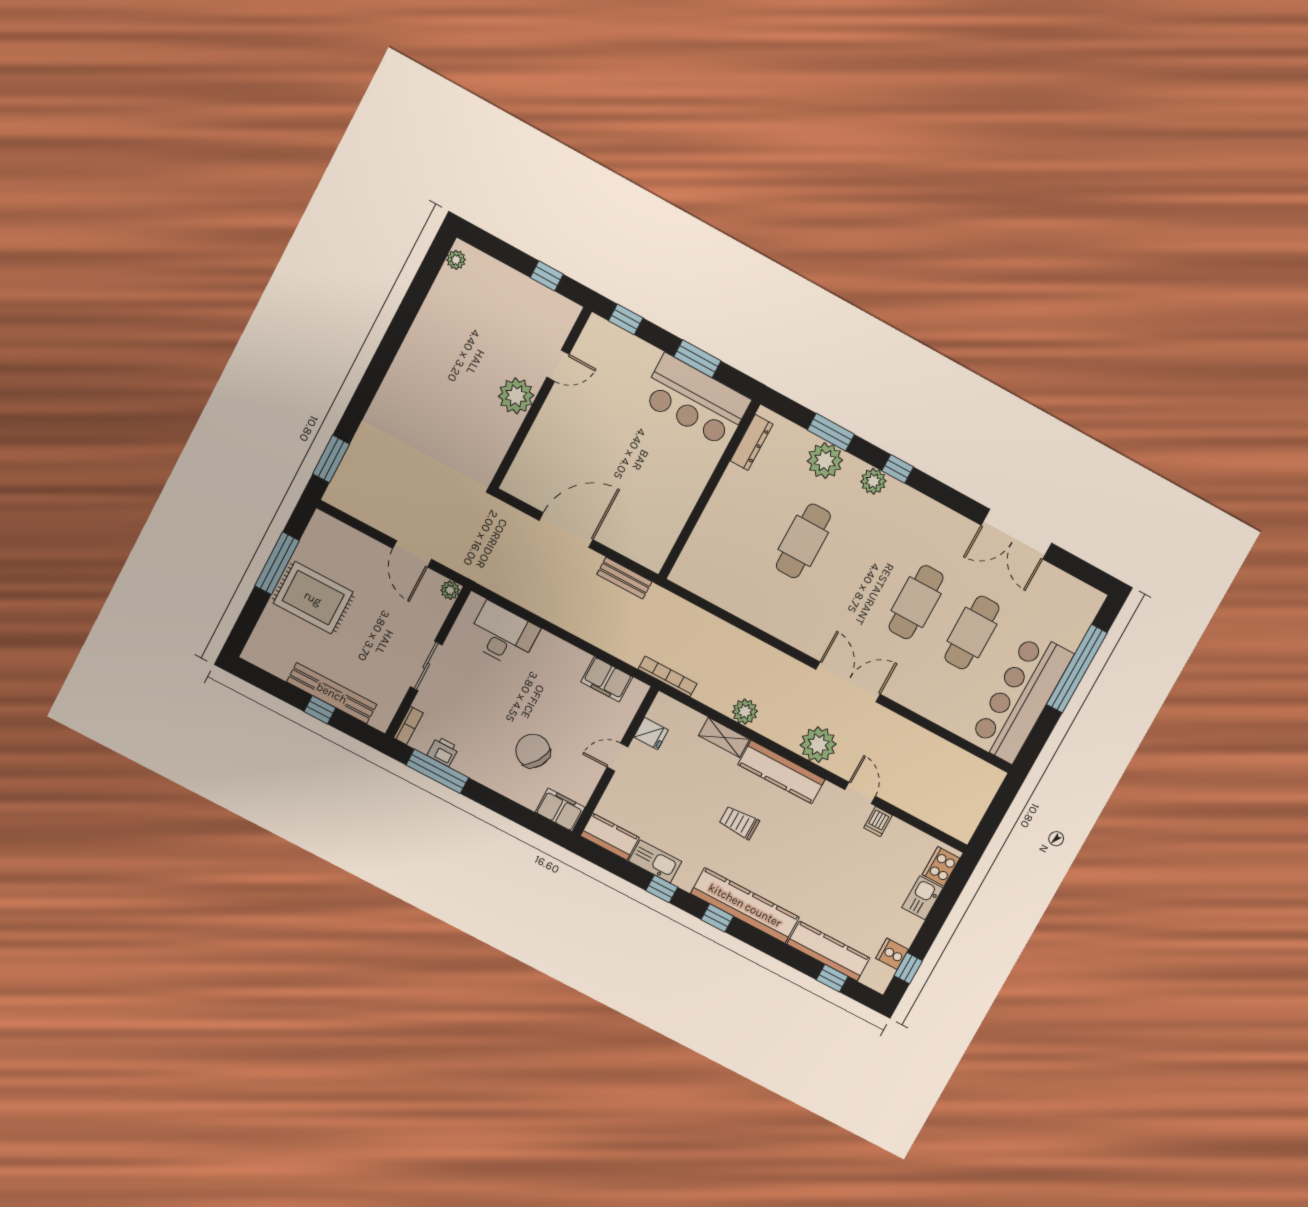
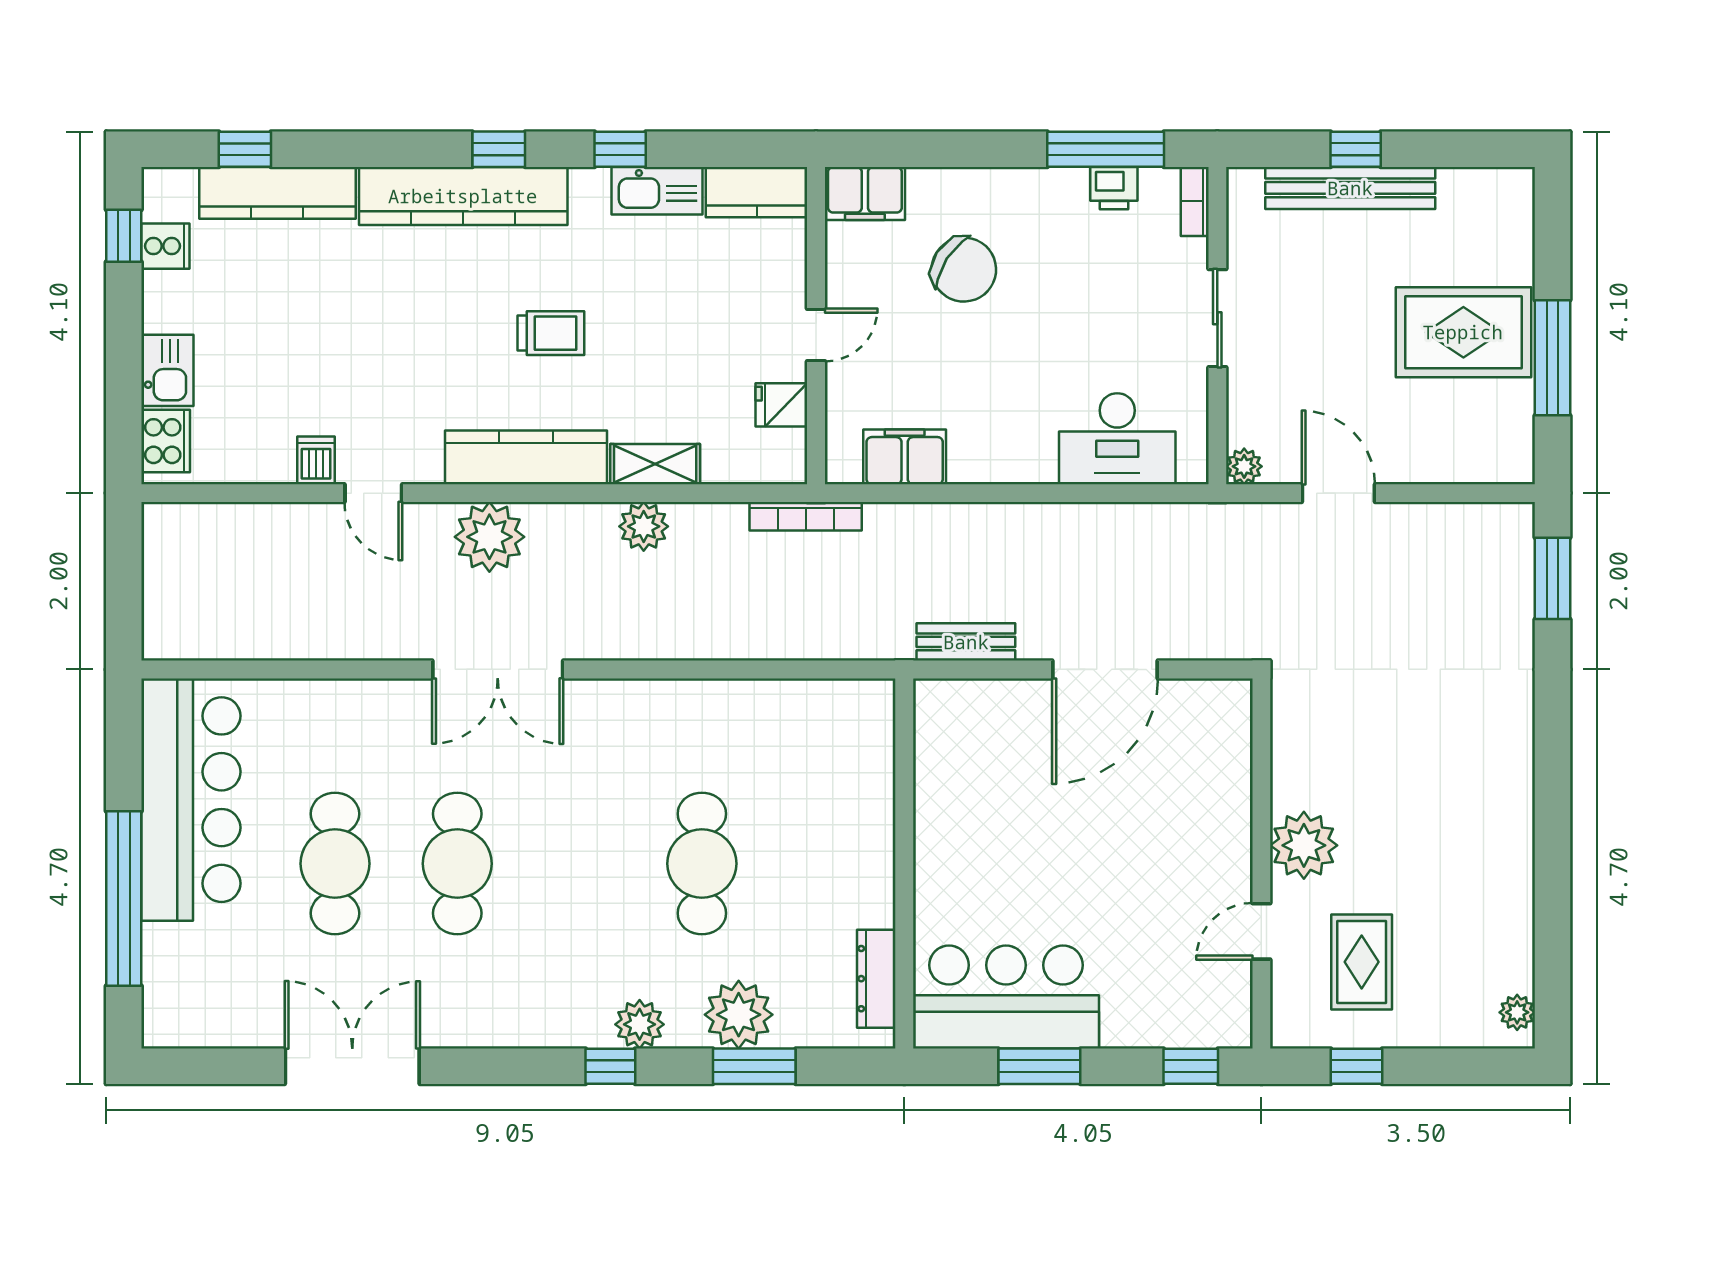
rug: (518, 325) -> (1362, 962), added

